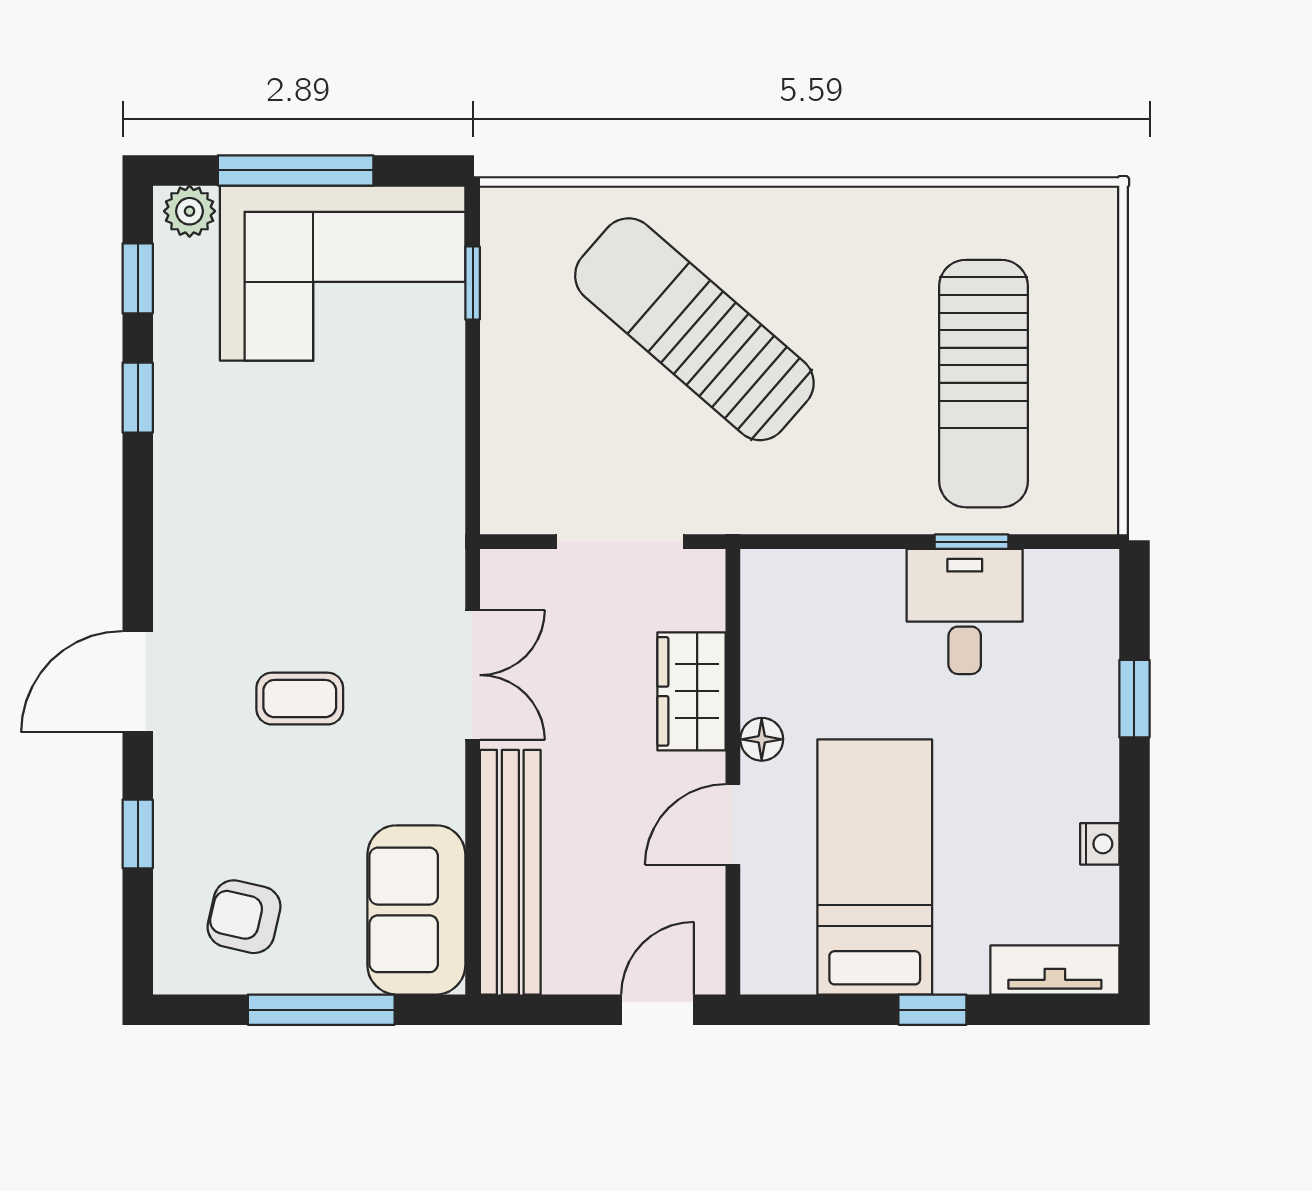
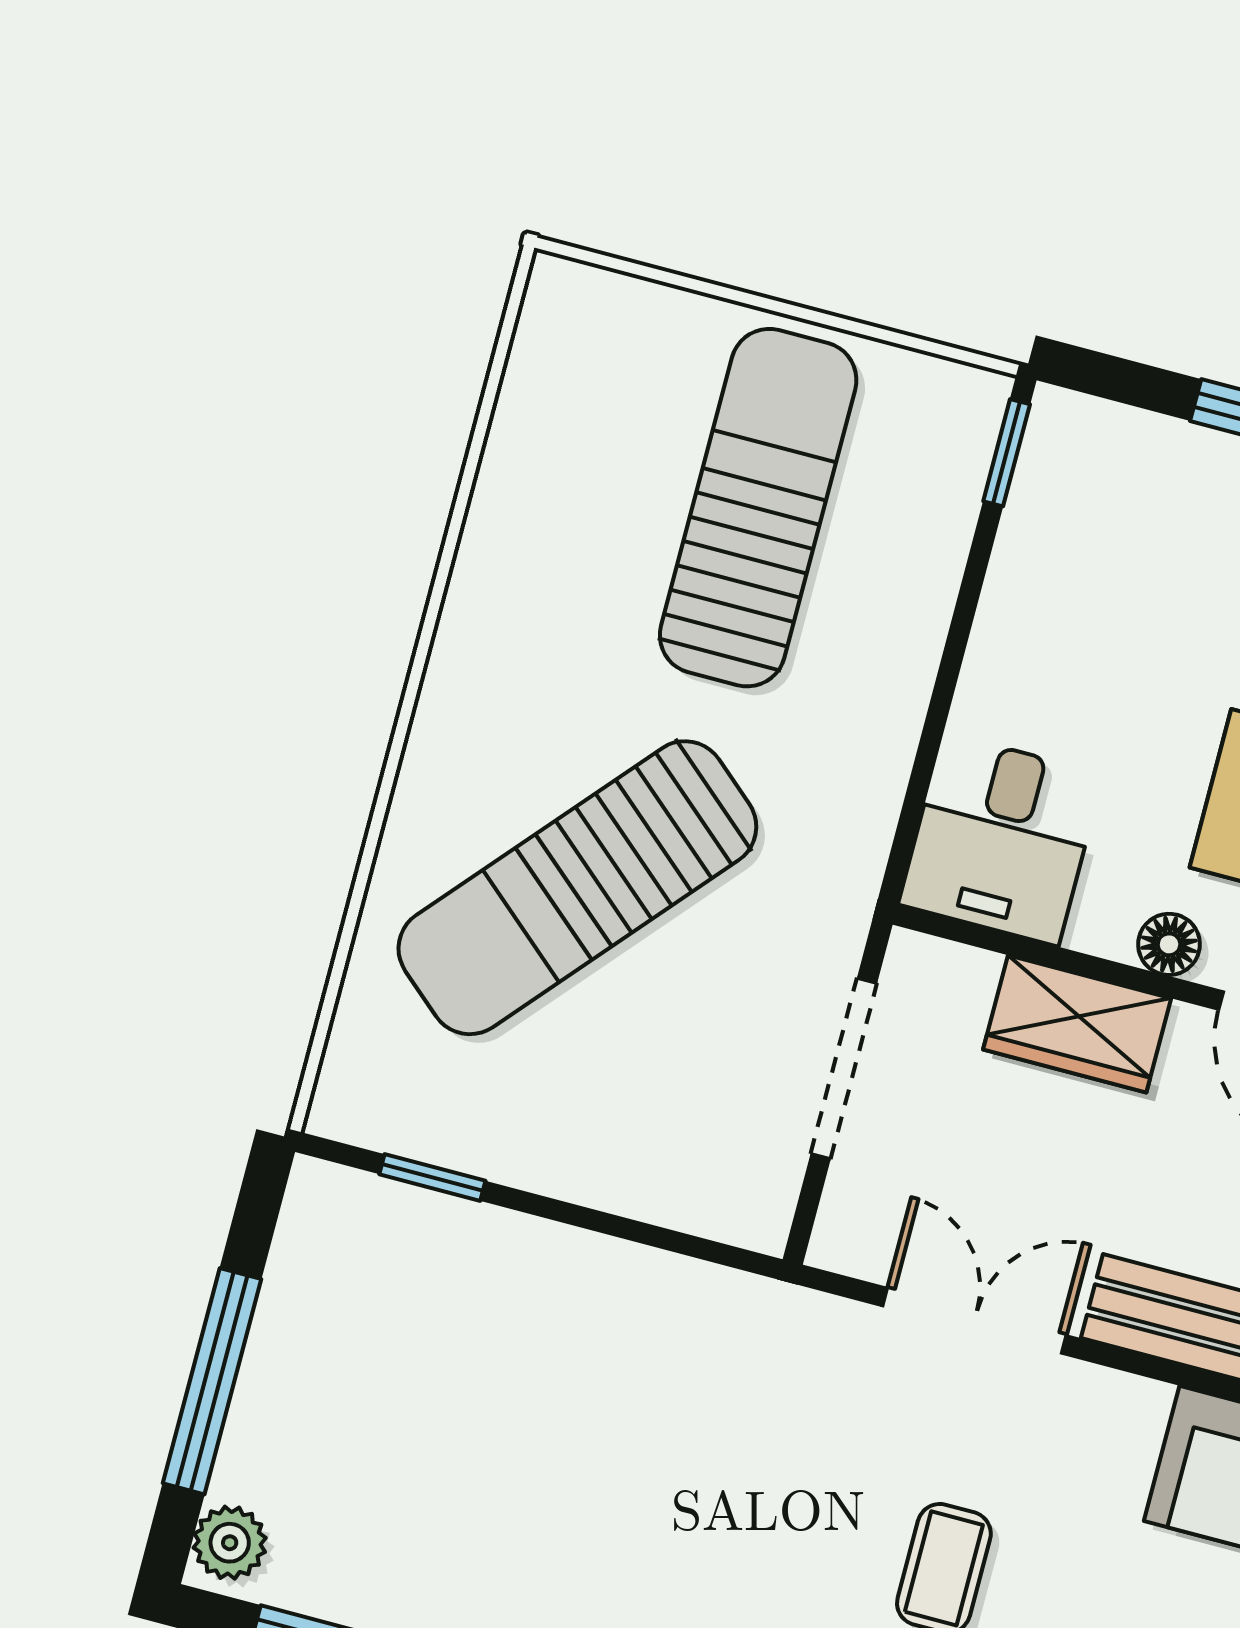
corner sofa: (343, 273) -> (371, 1354), removed
sun lounger: (984, 384) -> (758, 508), turned -90
window: (972, 542) -> (1007, 453), moved
desk: (965, 611) -> (1001, 839), moved, turned -90

